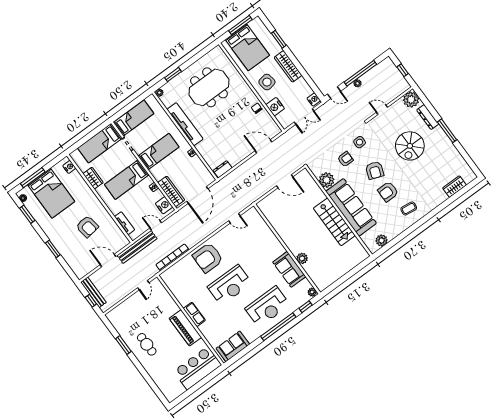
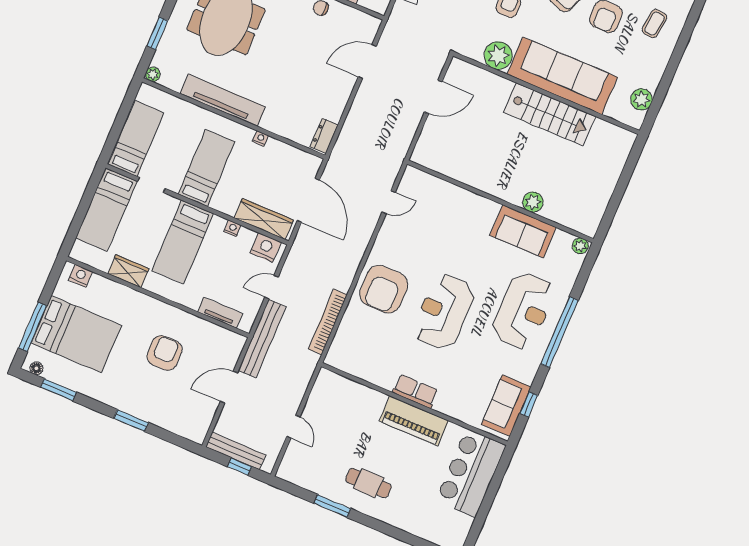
armchair: (87, 227) -> (164, 353), turned -82
door: (143, 285) -> (293, 427), moved
reception desk: (230, 285) -> (444, 312), turned 180
window: (306, 307) -> (529, 404), moved

